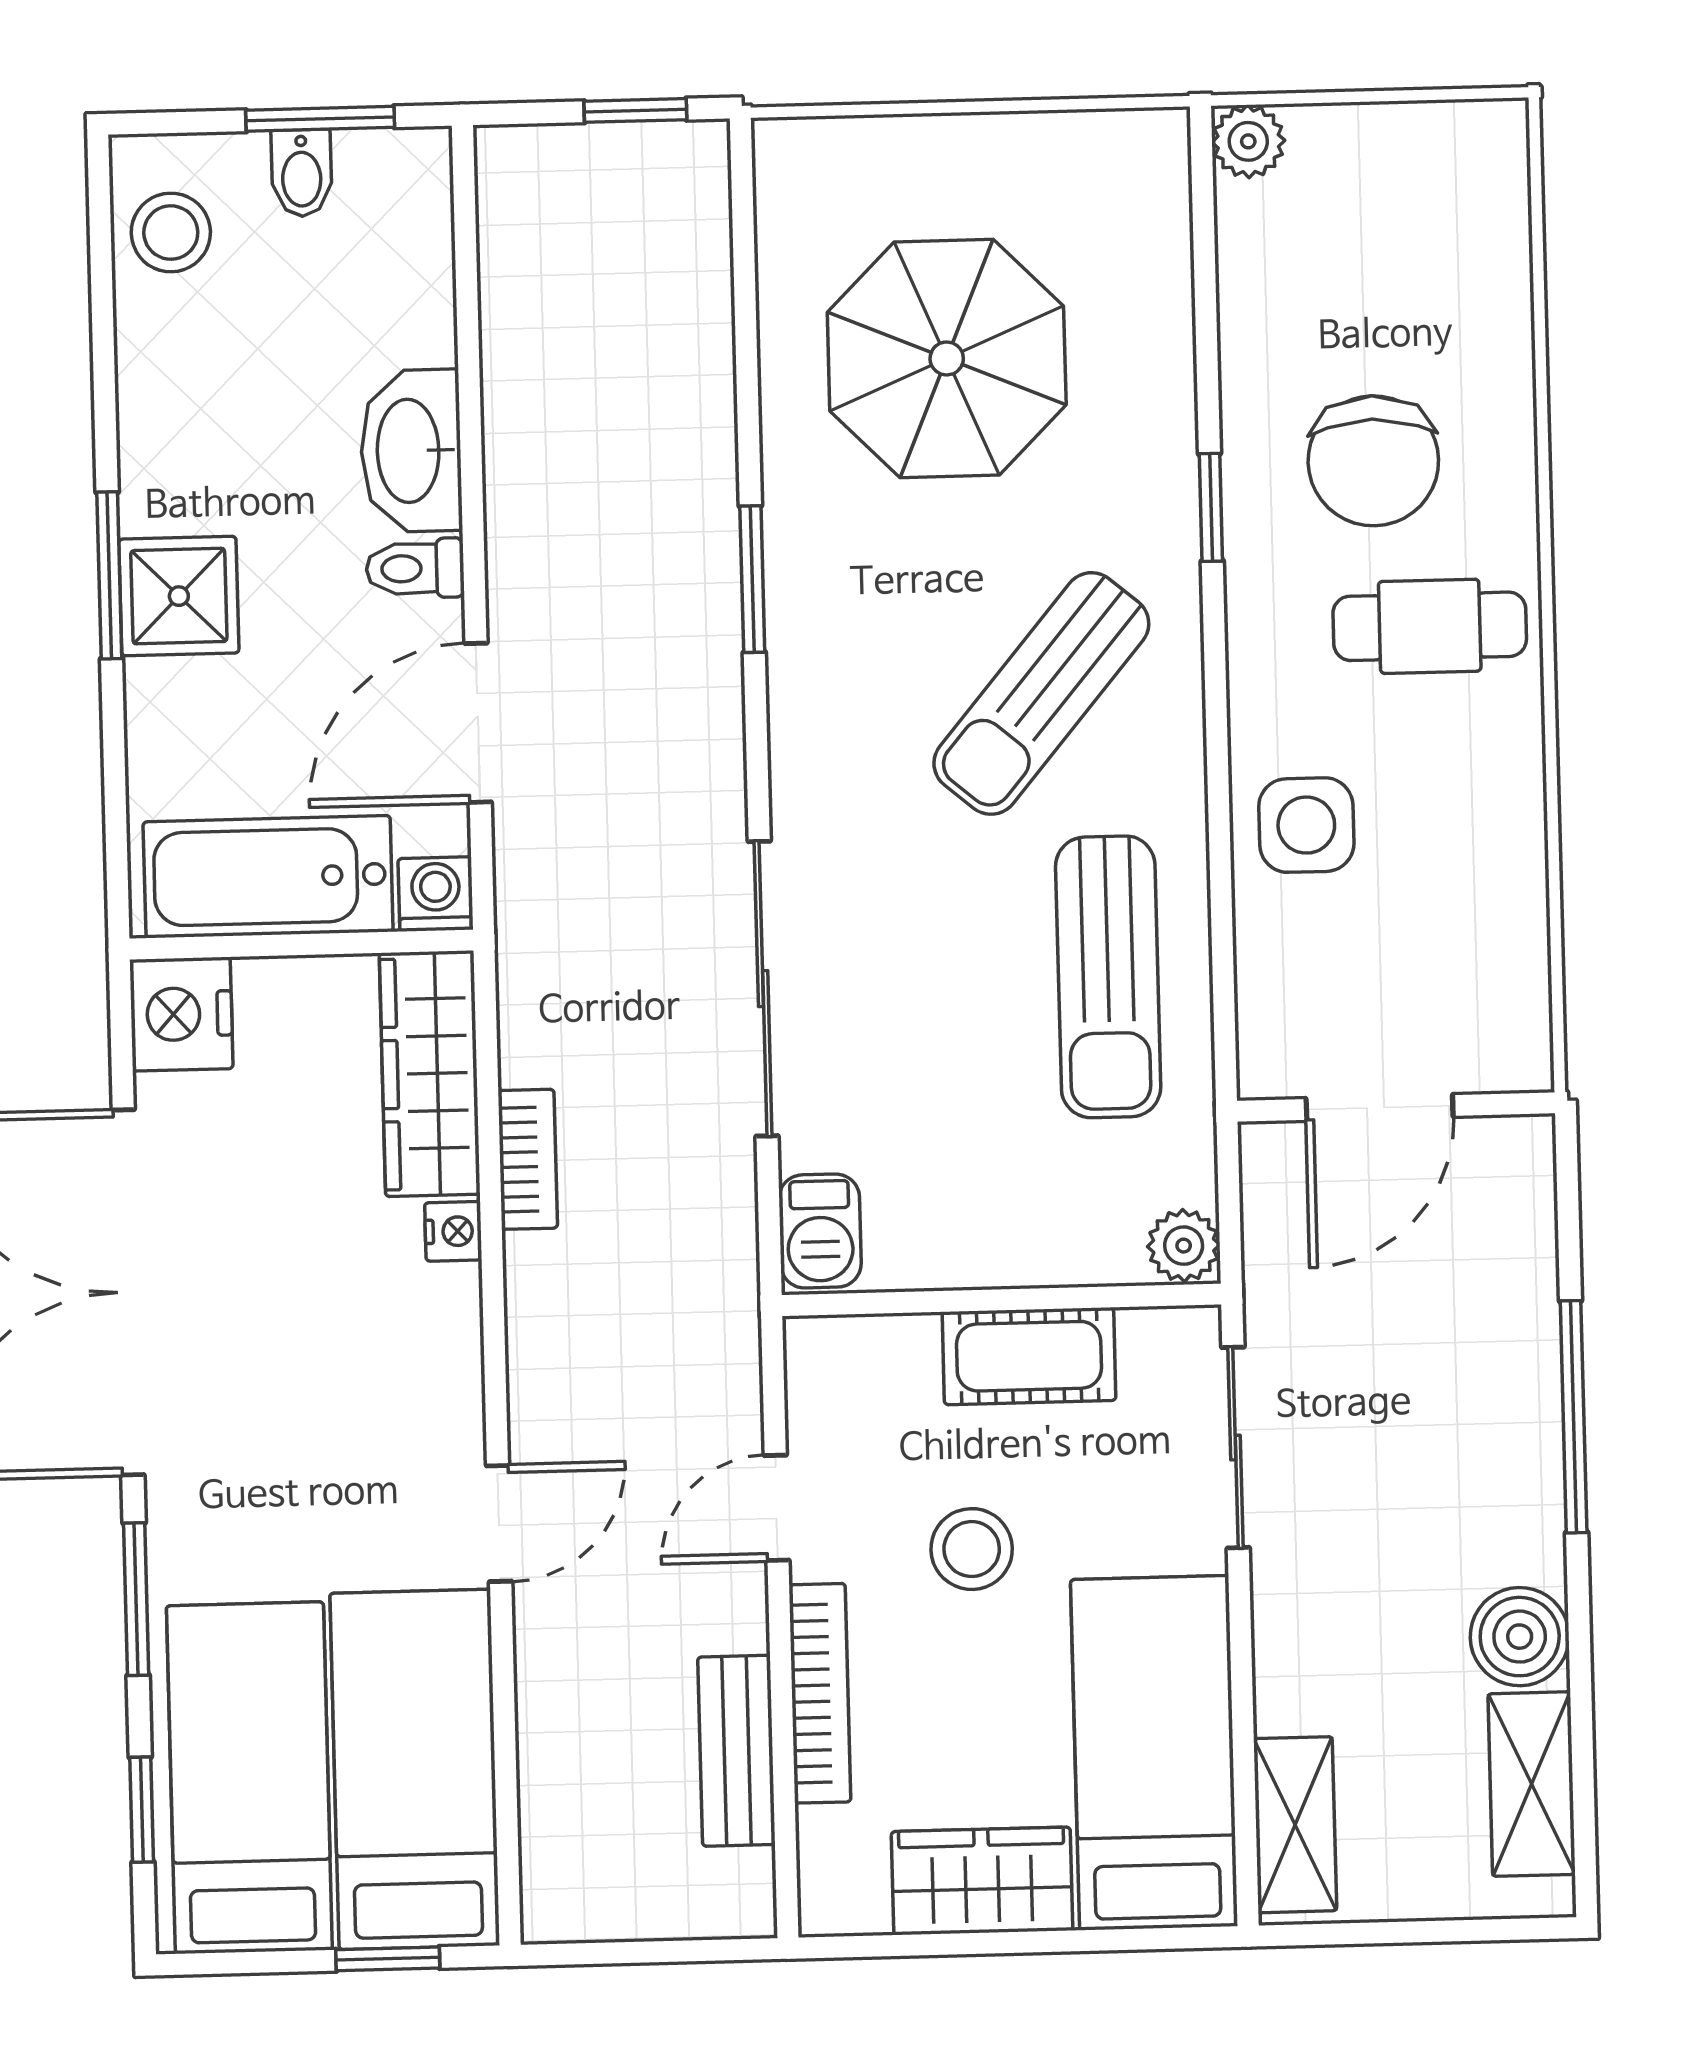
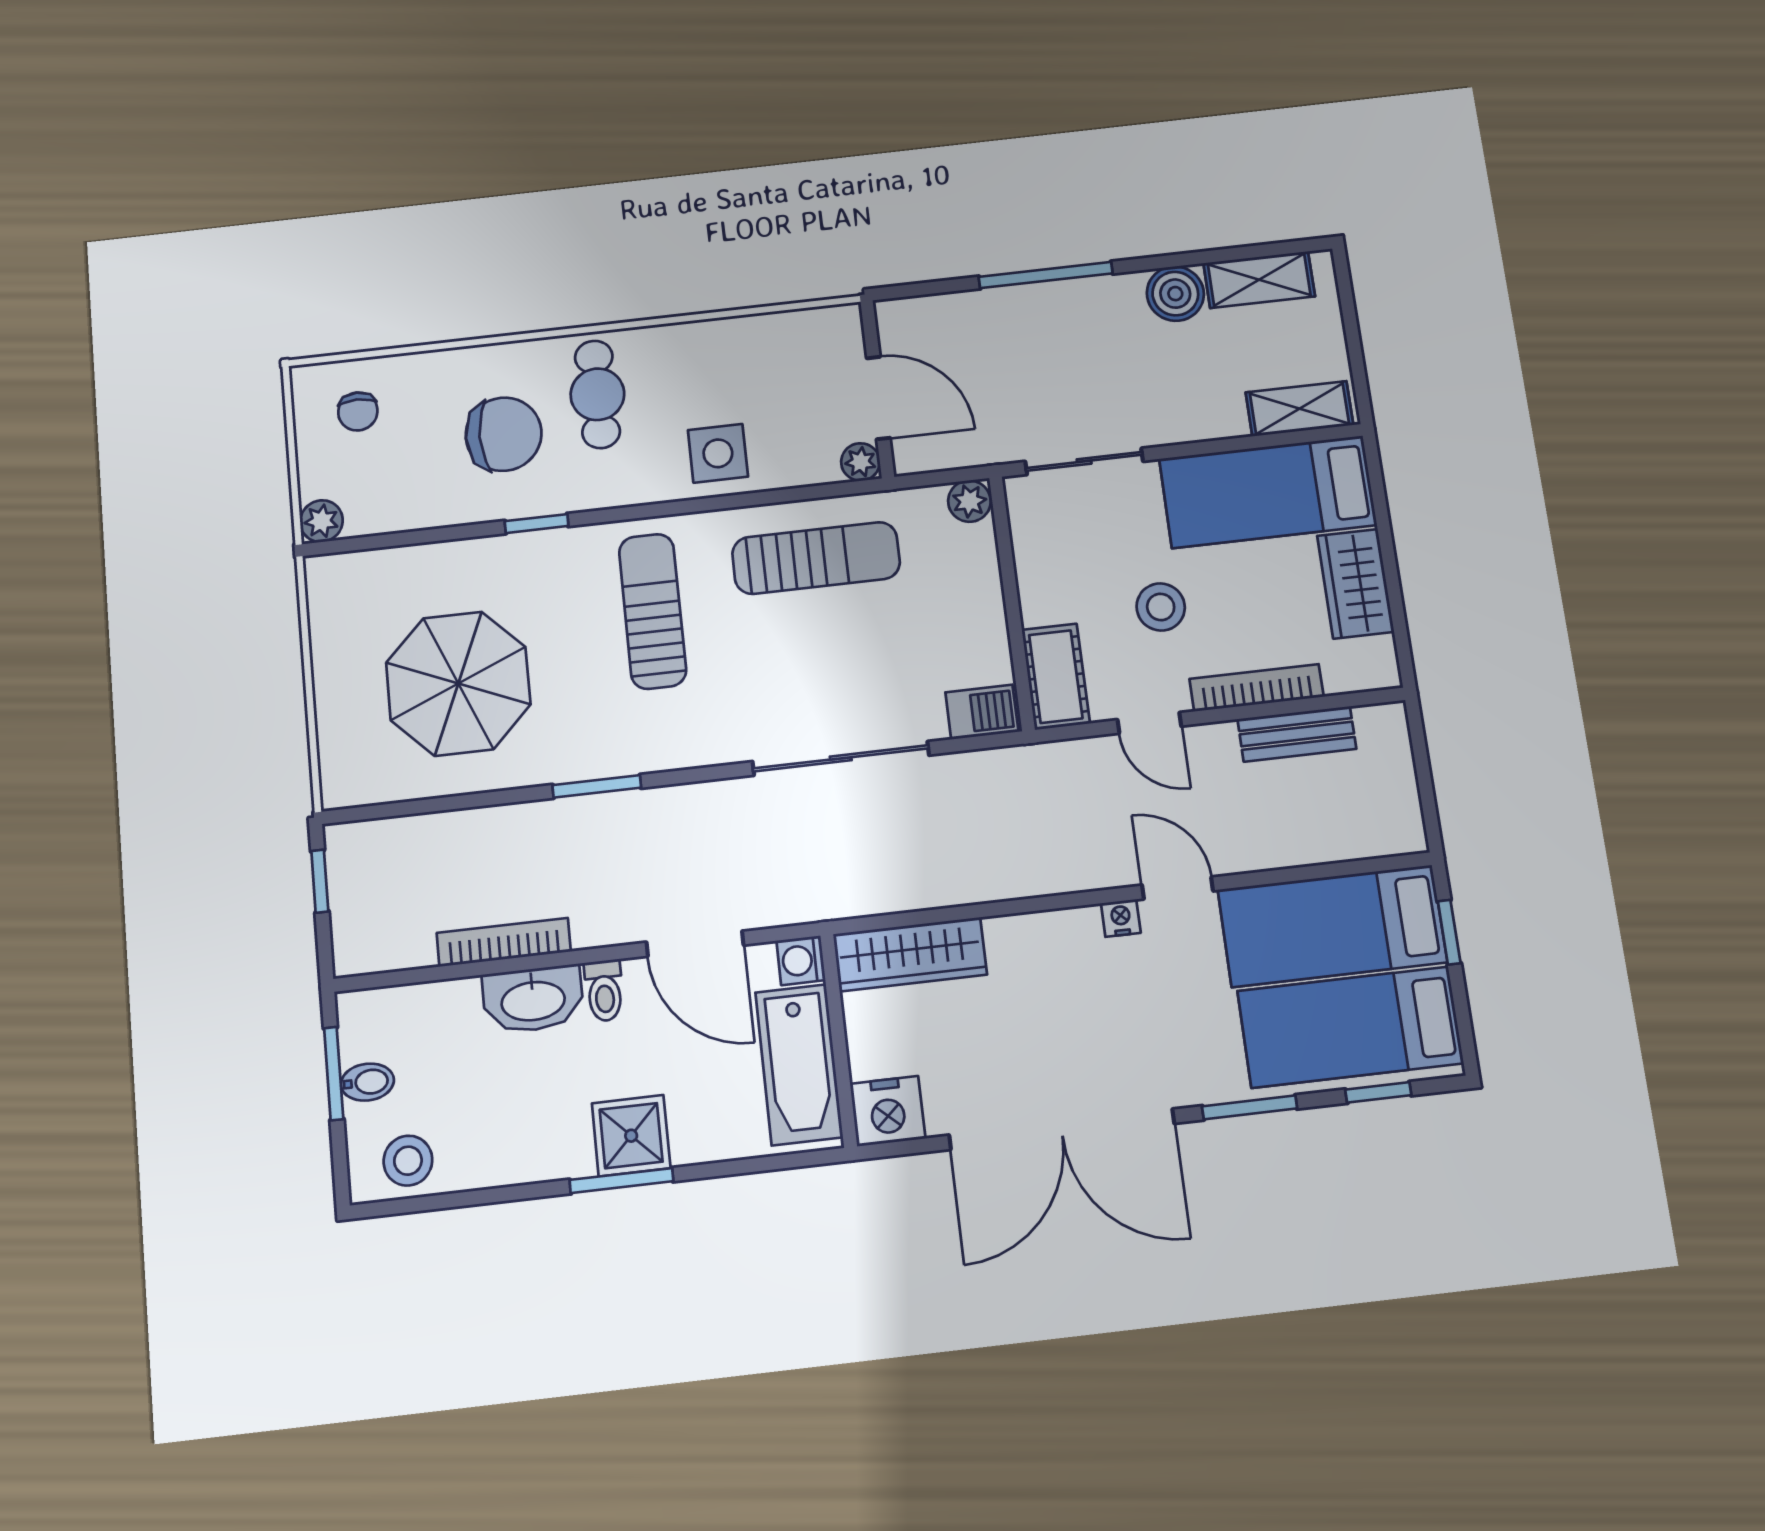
chair: (1437, 213) -> (358, 411), added
sun lounger: (1041, 693) -> (653, 611), turned -130
plant: (1269, 1067) -> (861, 462), added
bookcase: (528, 1159) -> (504, 942), moved, width x1.56
nightstand: (453, 1231) -> (1121, 918), moved
cot: (1029, 1356) -> (1056, 677), moved

